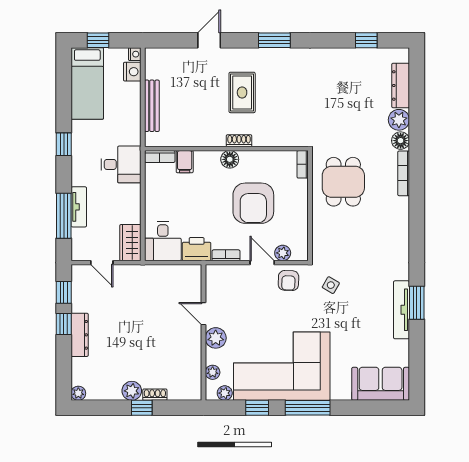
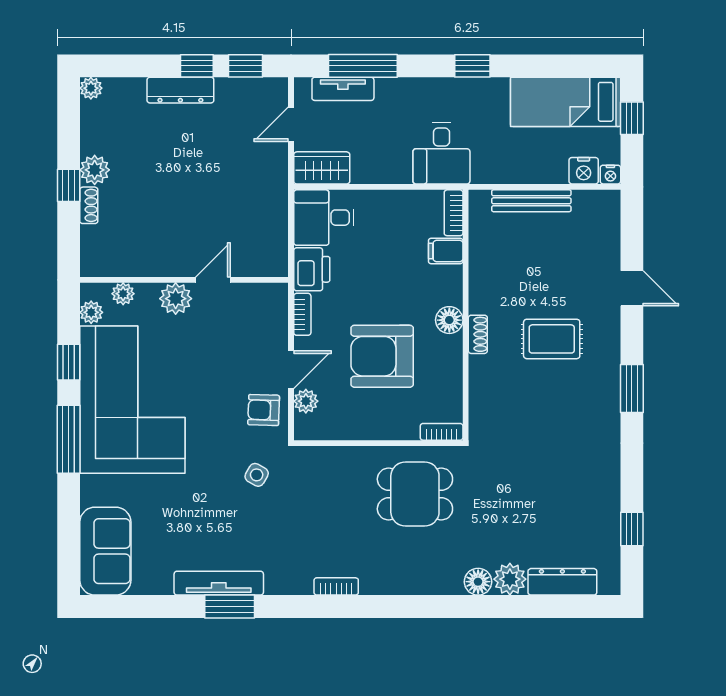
bookcase: (404, 173) -> (336, 586), moved, width x0.64
tv unit: (79, 207) -> (343, 89), moved

